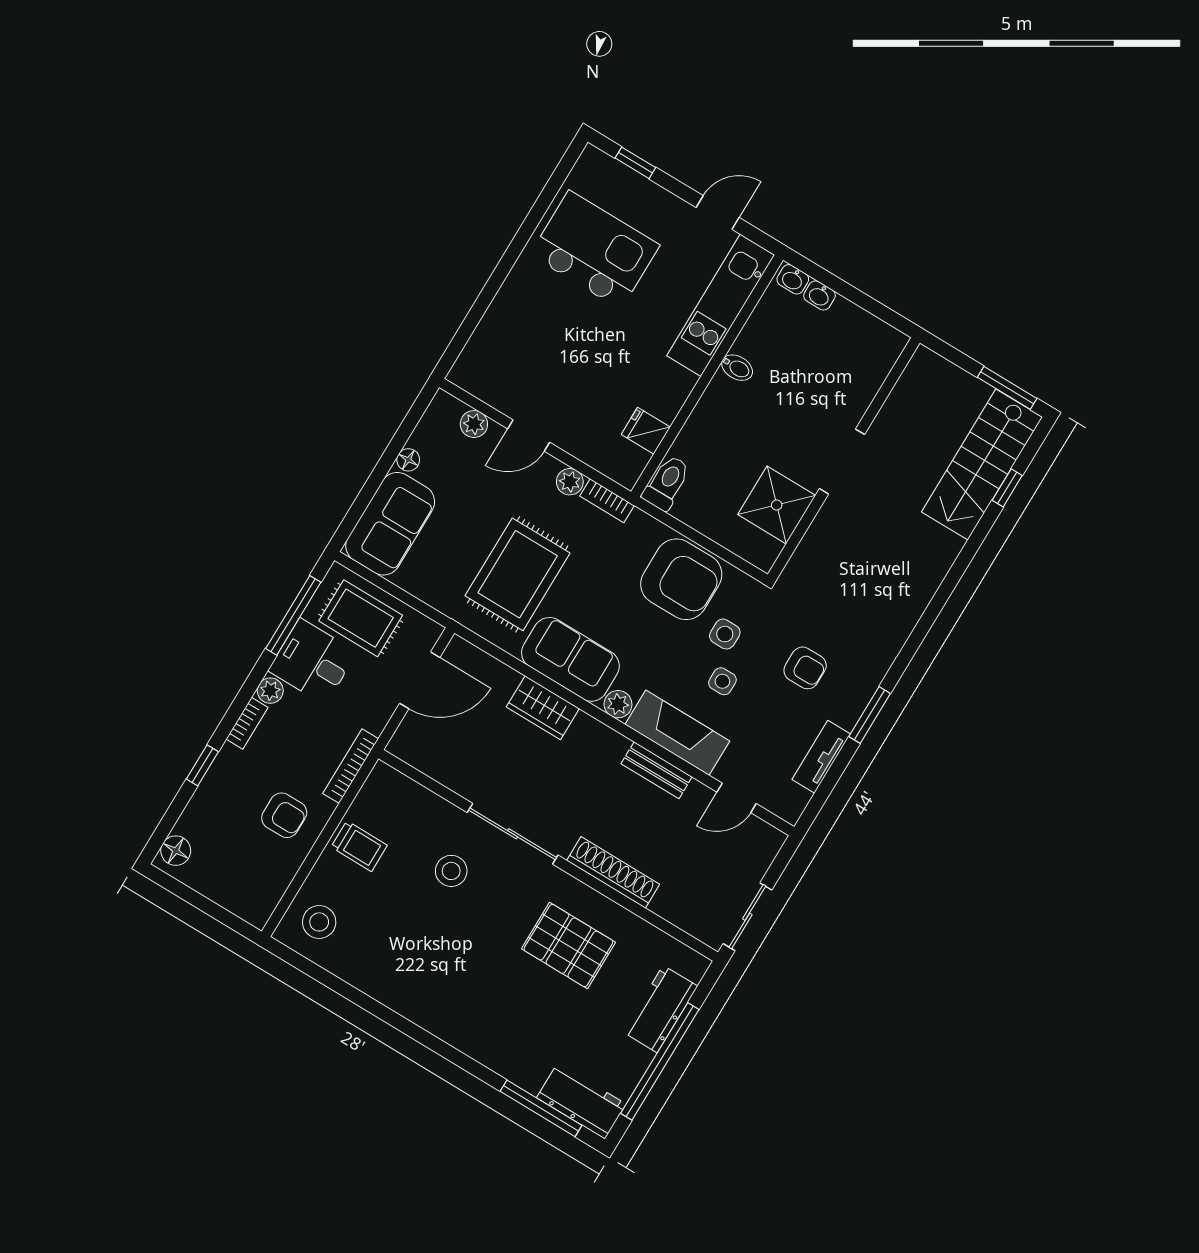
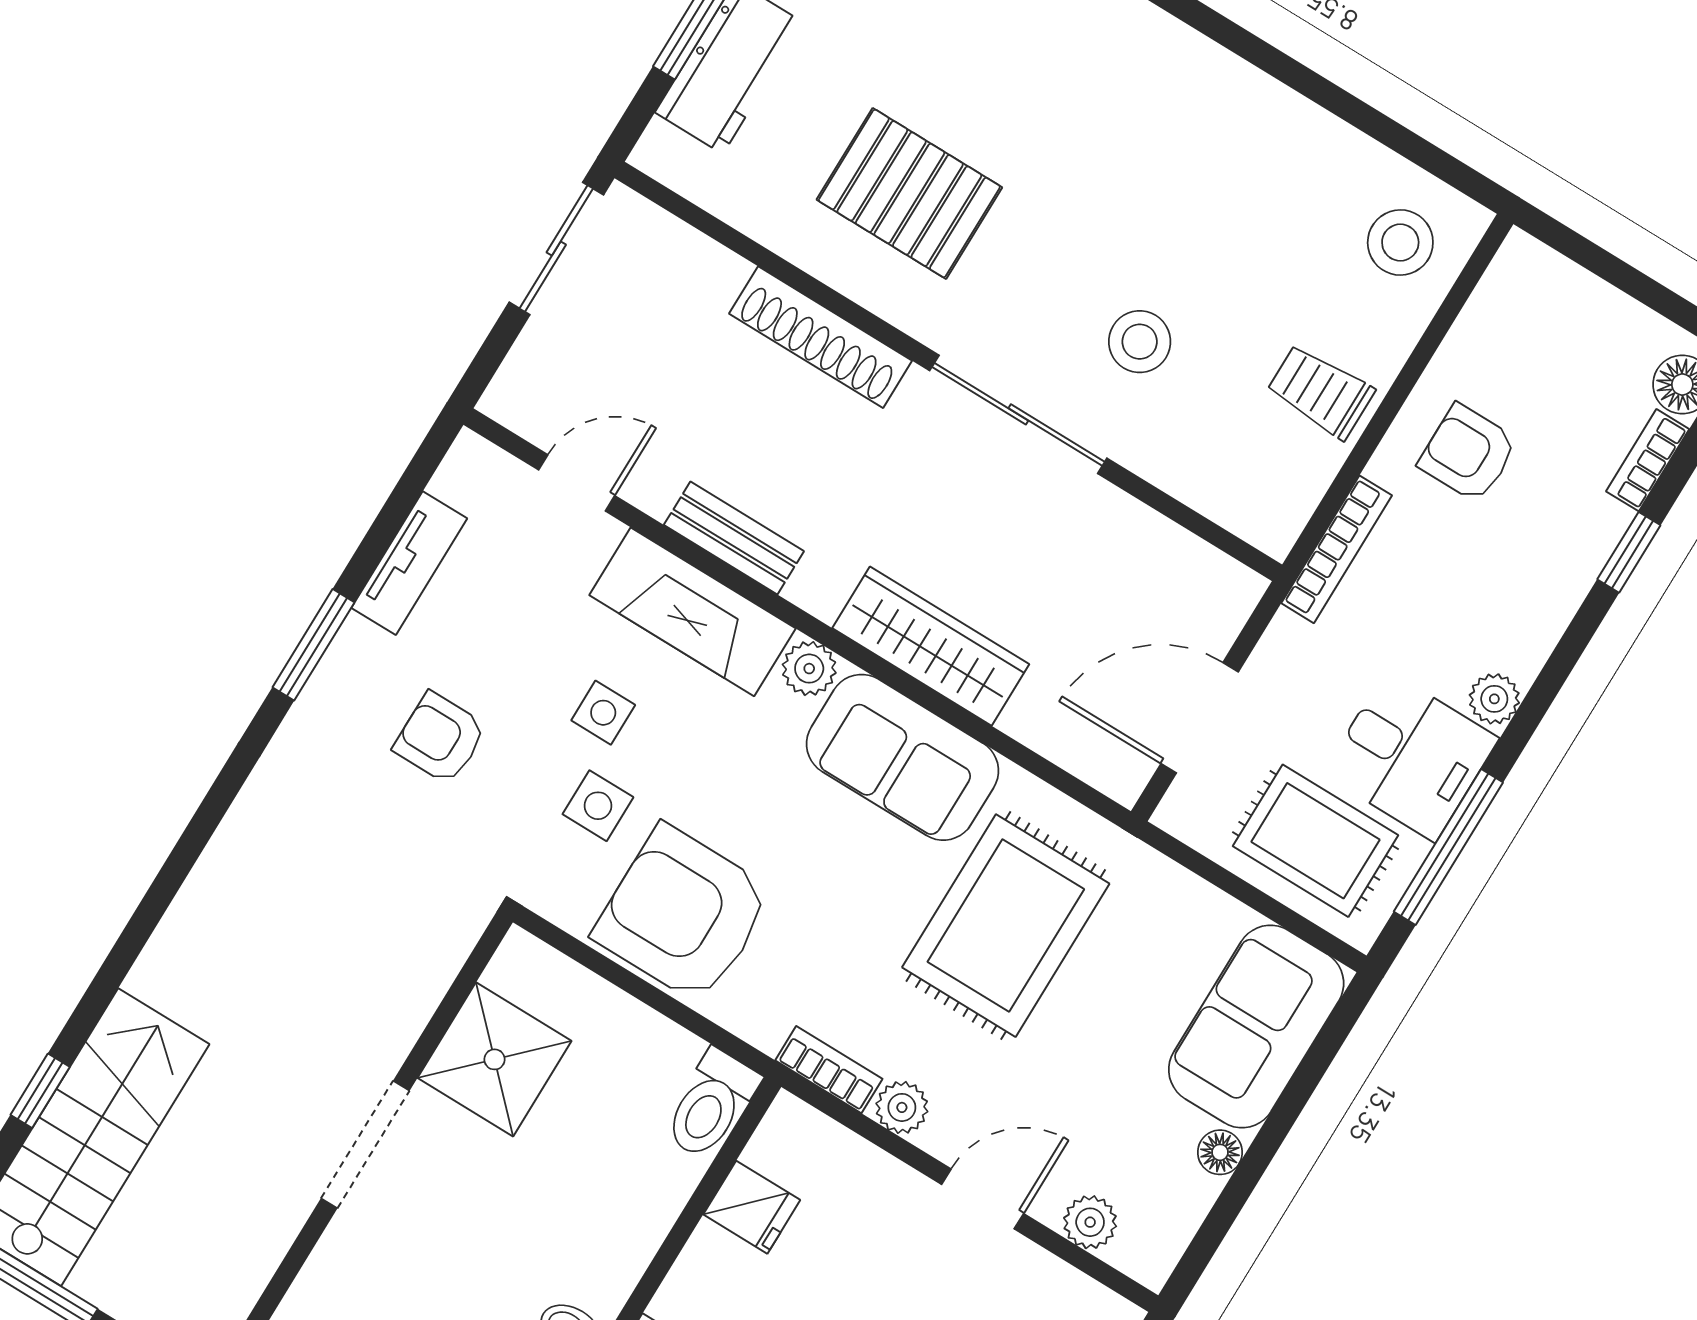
wardrobe: (543, 708) -> (931, 646), width x1.50
bookcase: (247, 723) -> (1648, 460), moved

